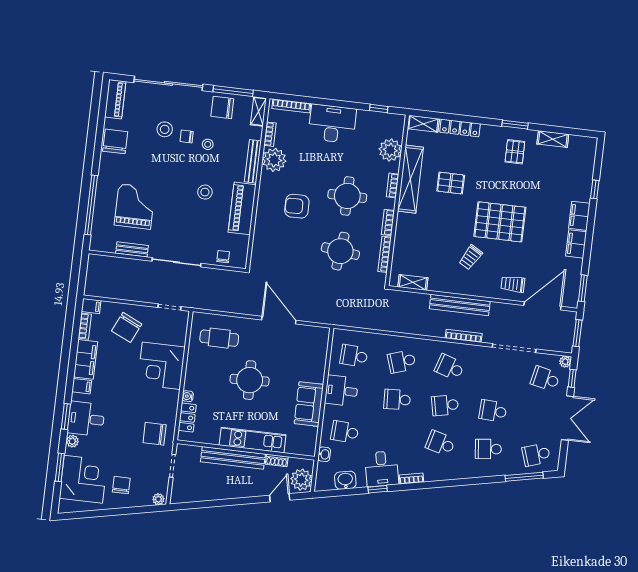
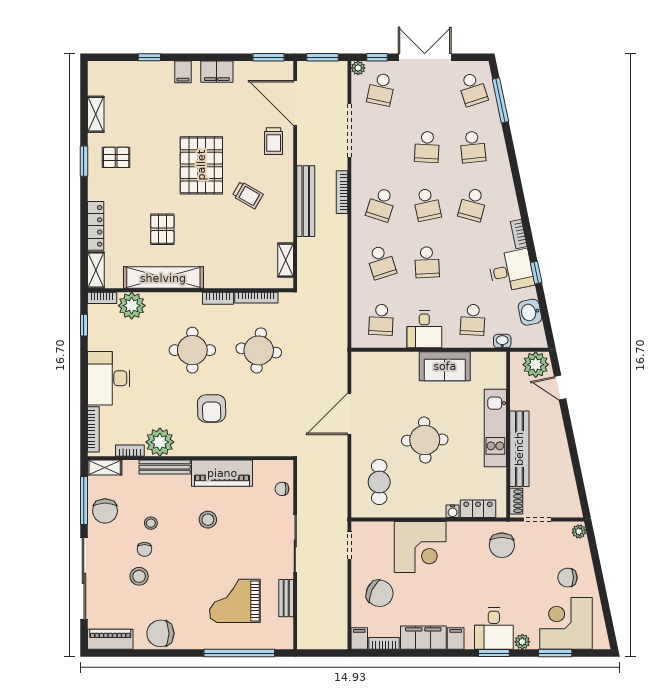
bookcase: (393, 186) -> (102, 298), moved
filing cabinet: (579, 216) -> (183, 72), width x0.50
shoe rack: (277, 460) -> (516, 501), moved

